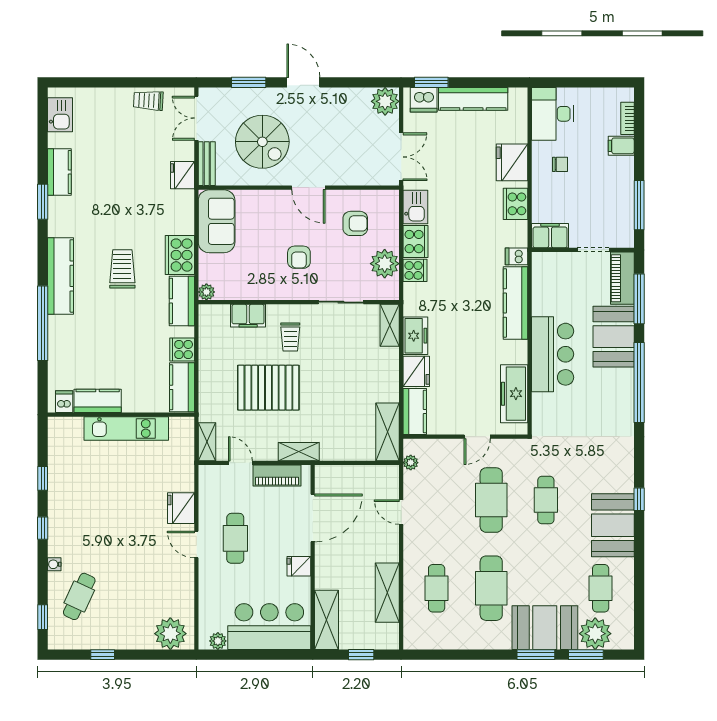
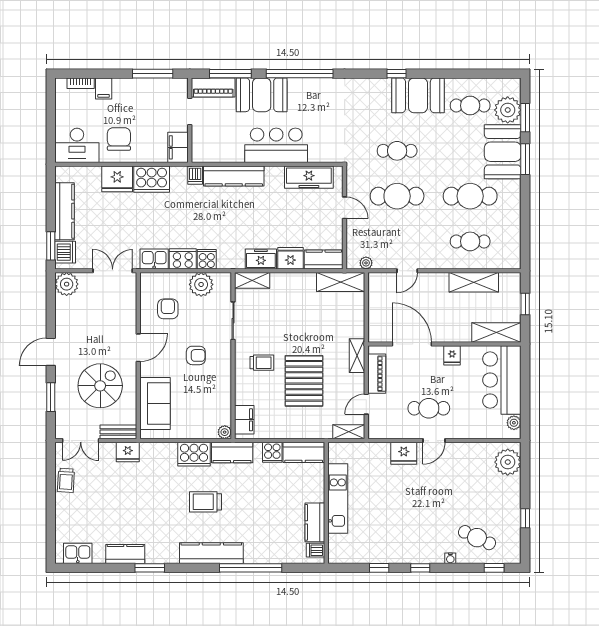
chair: (560, 164) -> (119, 139), width x1.87, depth x1.87
cooker: (515, 204) -> (152, 179), width x1.37, depth x1.31
sofa: (217, 221) -> (155, 403), moved, turned 90
filing cabinet: (248, 316) -> (244, 420), moved

